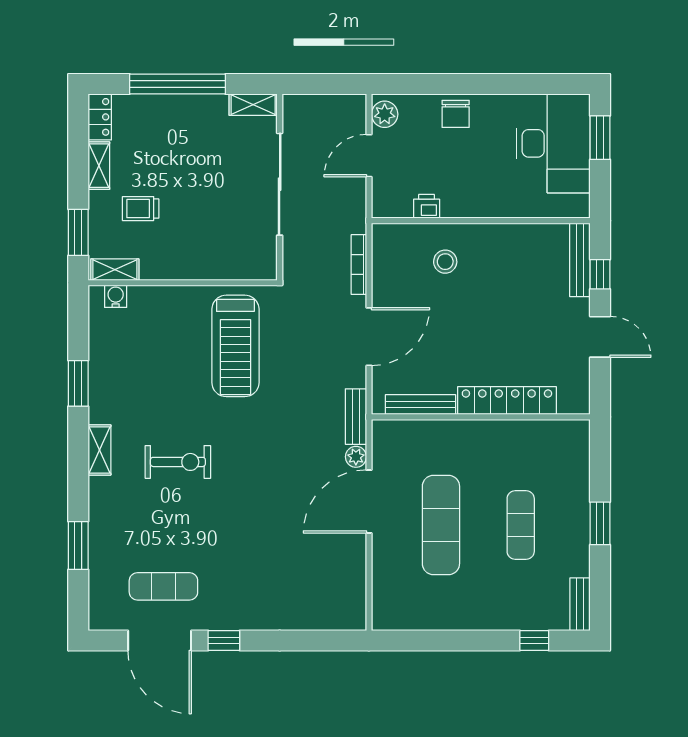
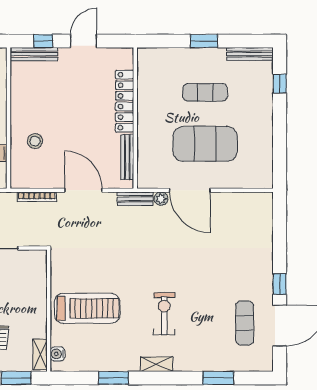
treadmill: (235, 346) -> (87, 308), moved
exercise mat: (441, 525) -> (205, 144), width x1.47
bench: (580, 604) -> (250, 54), width x1.36

